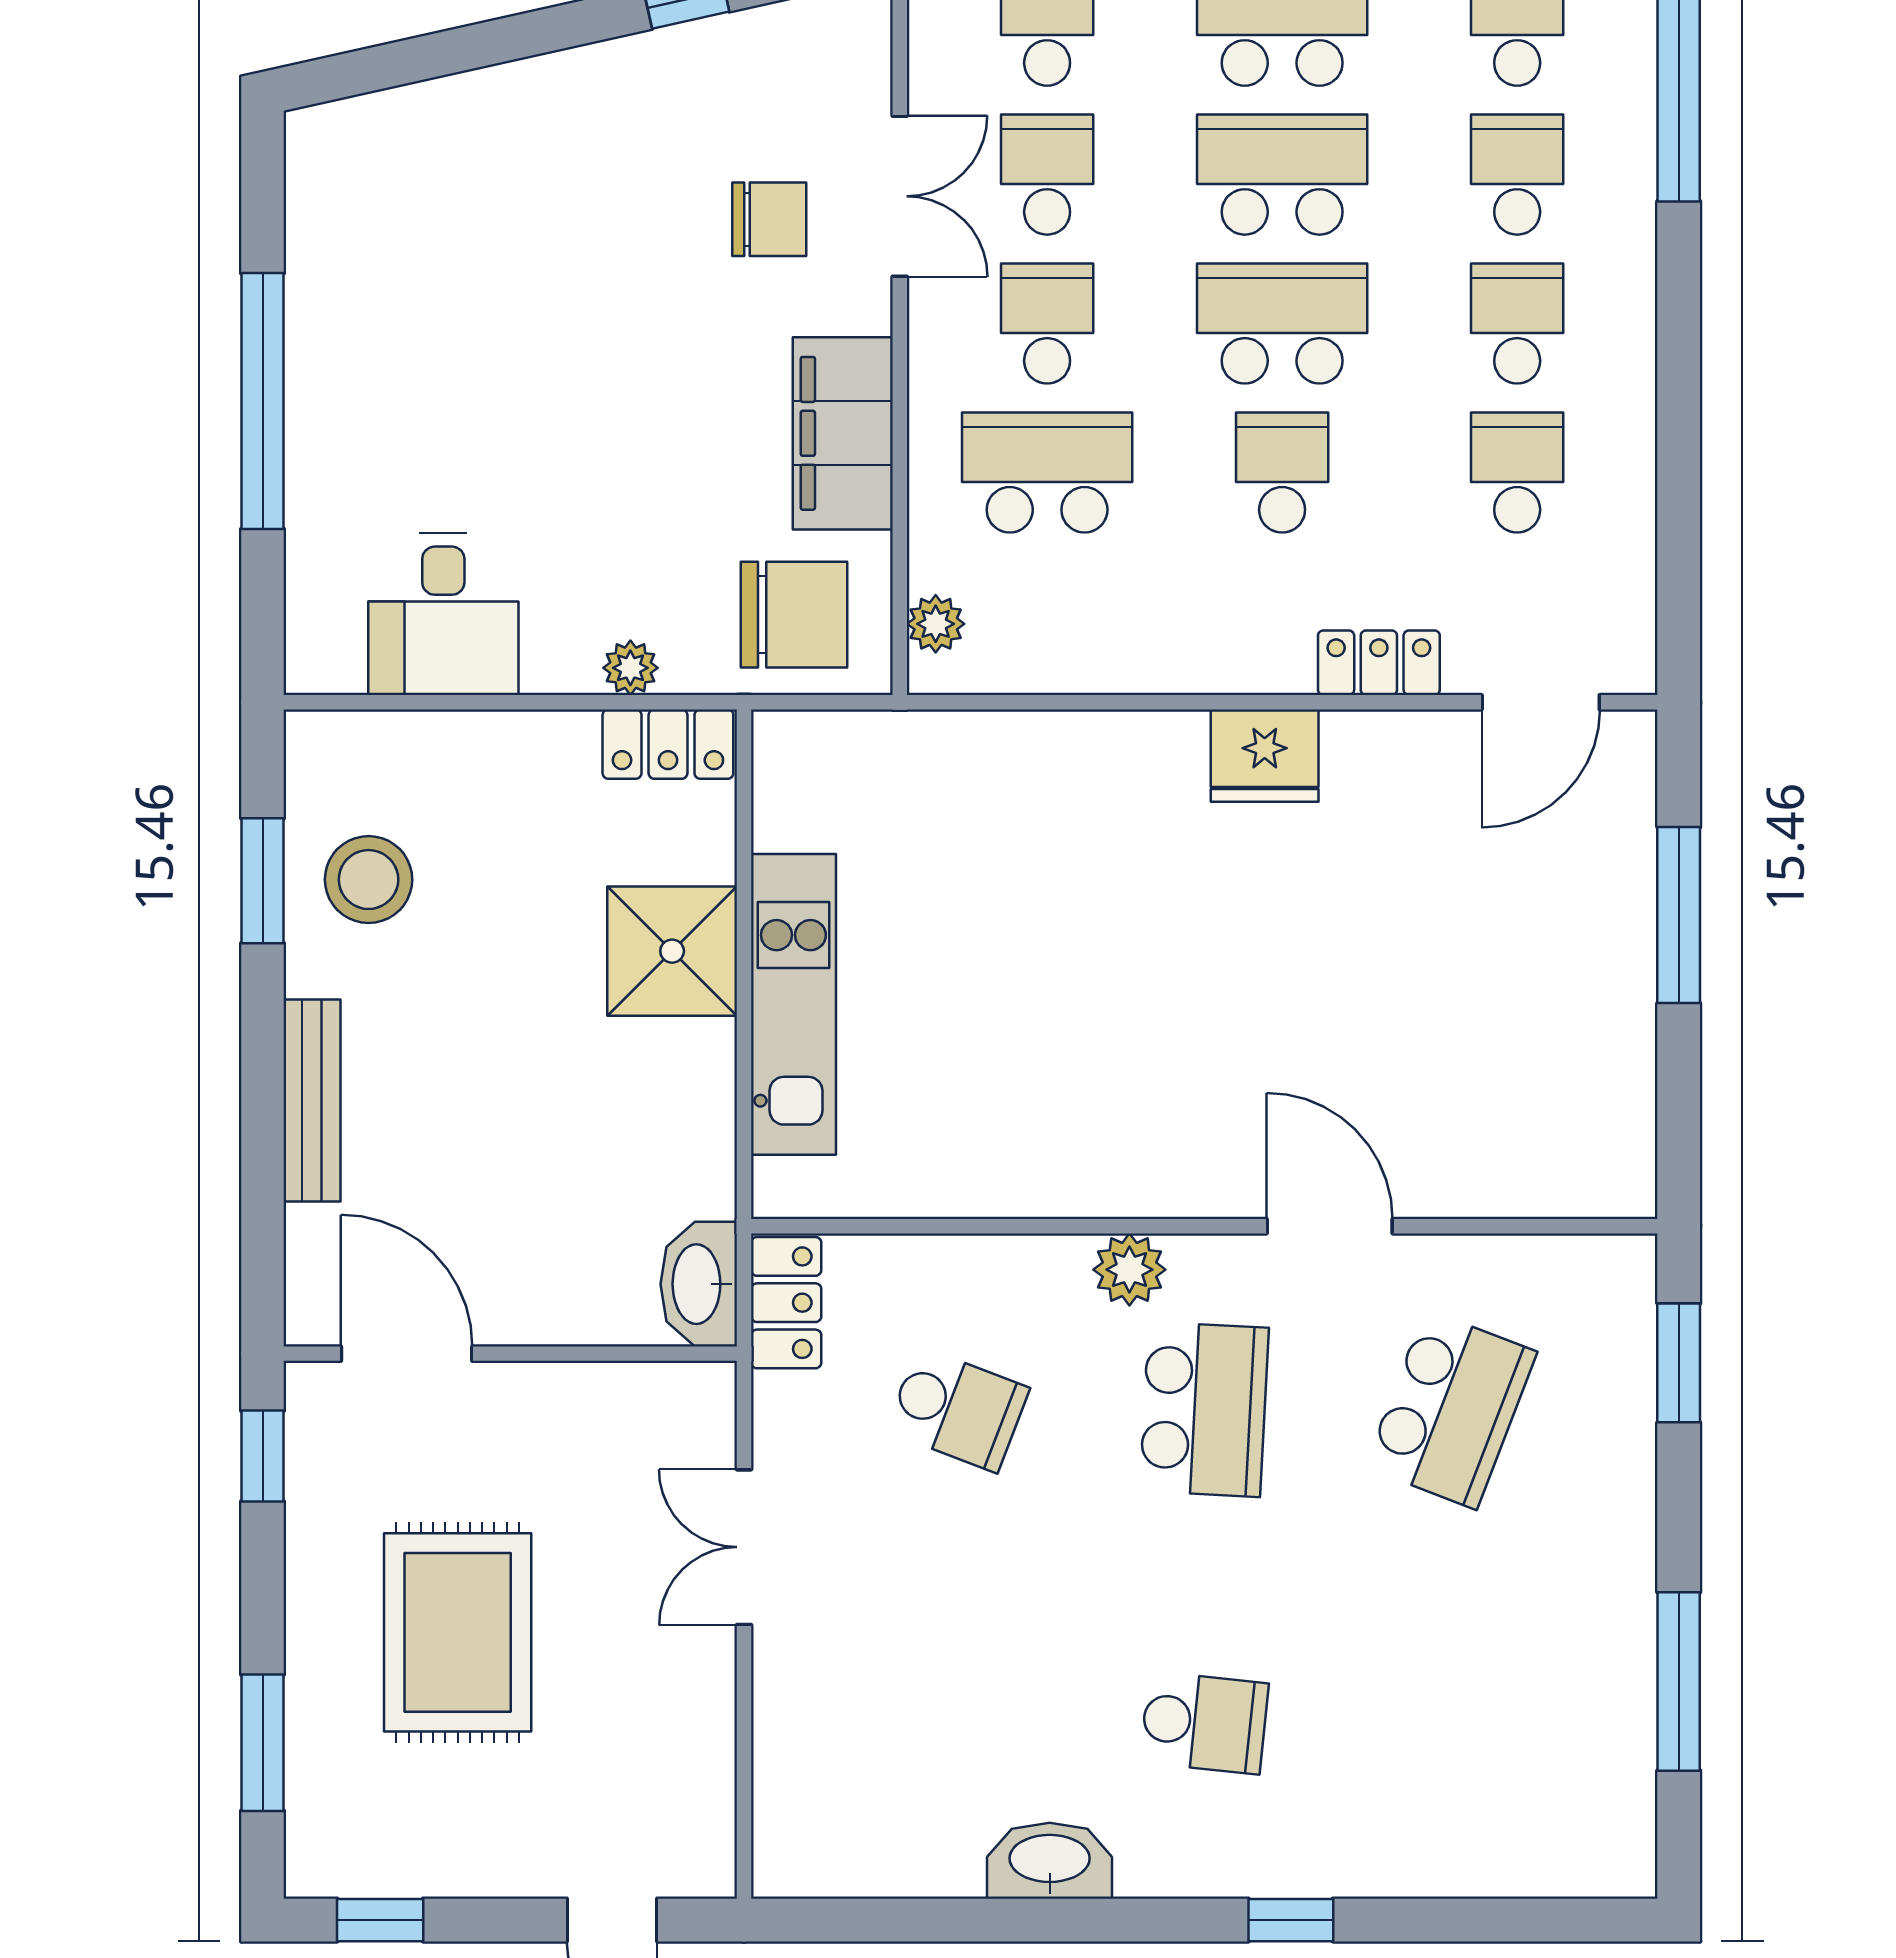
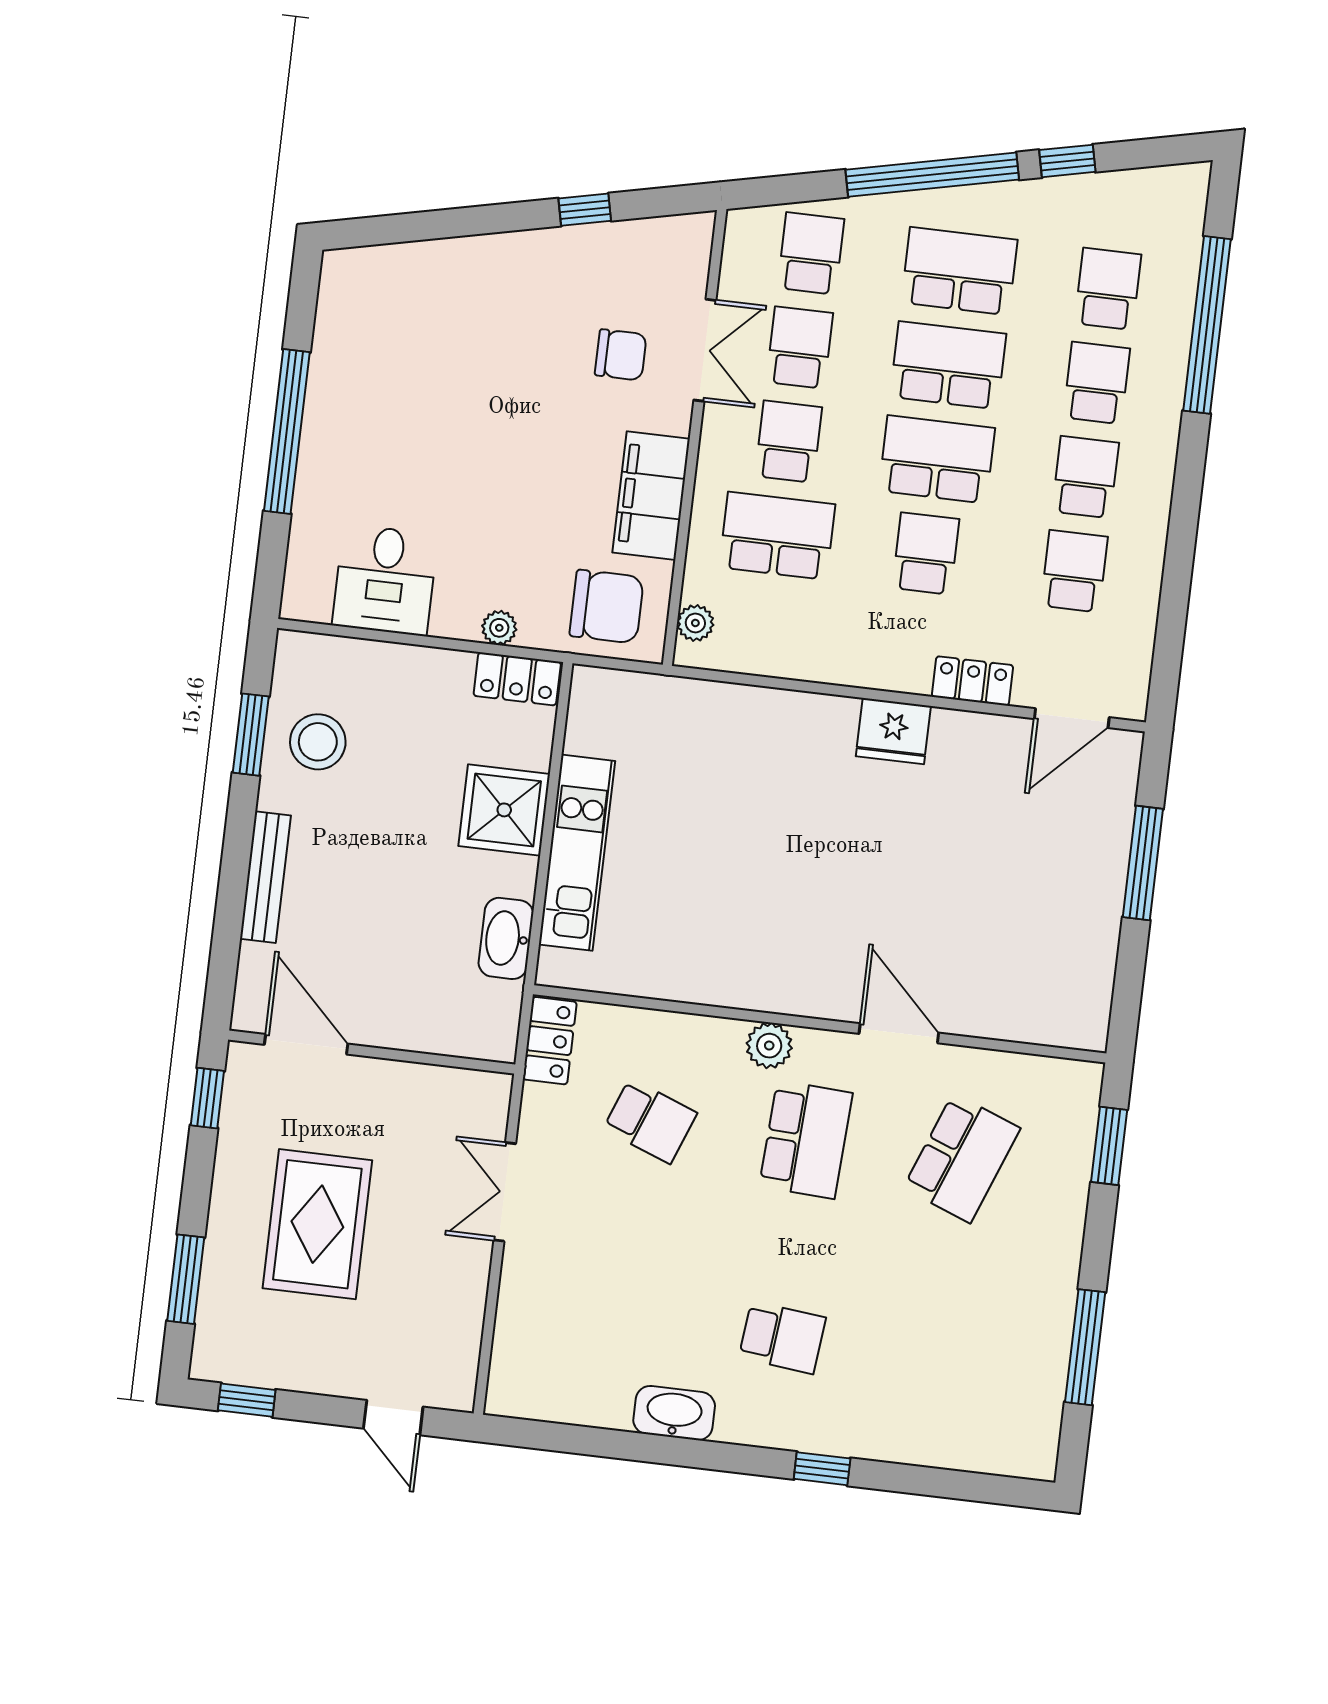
washbasin: (699, 1284) -> (506, 938), moved

